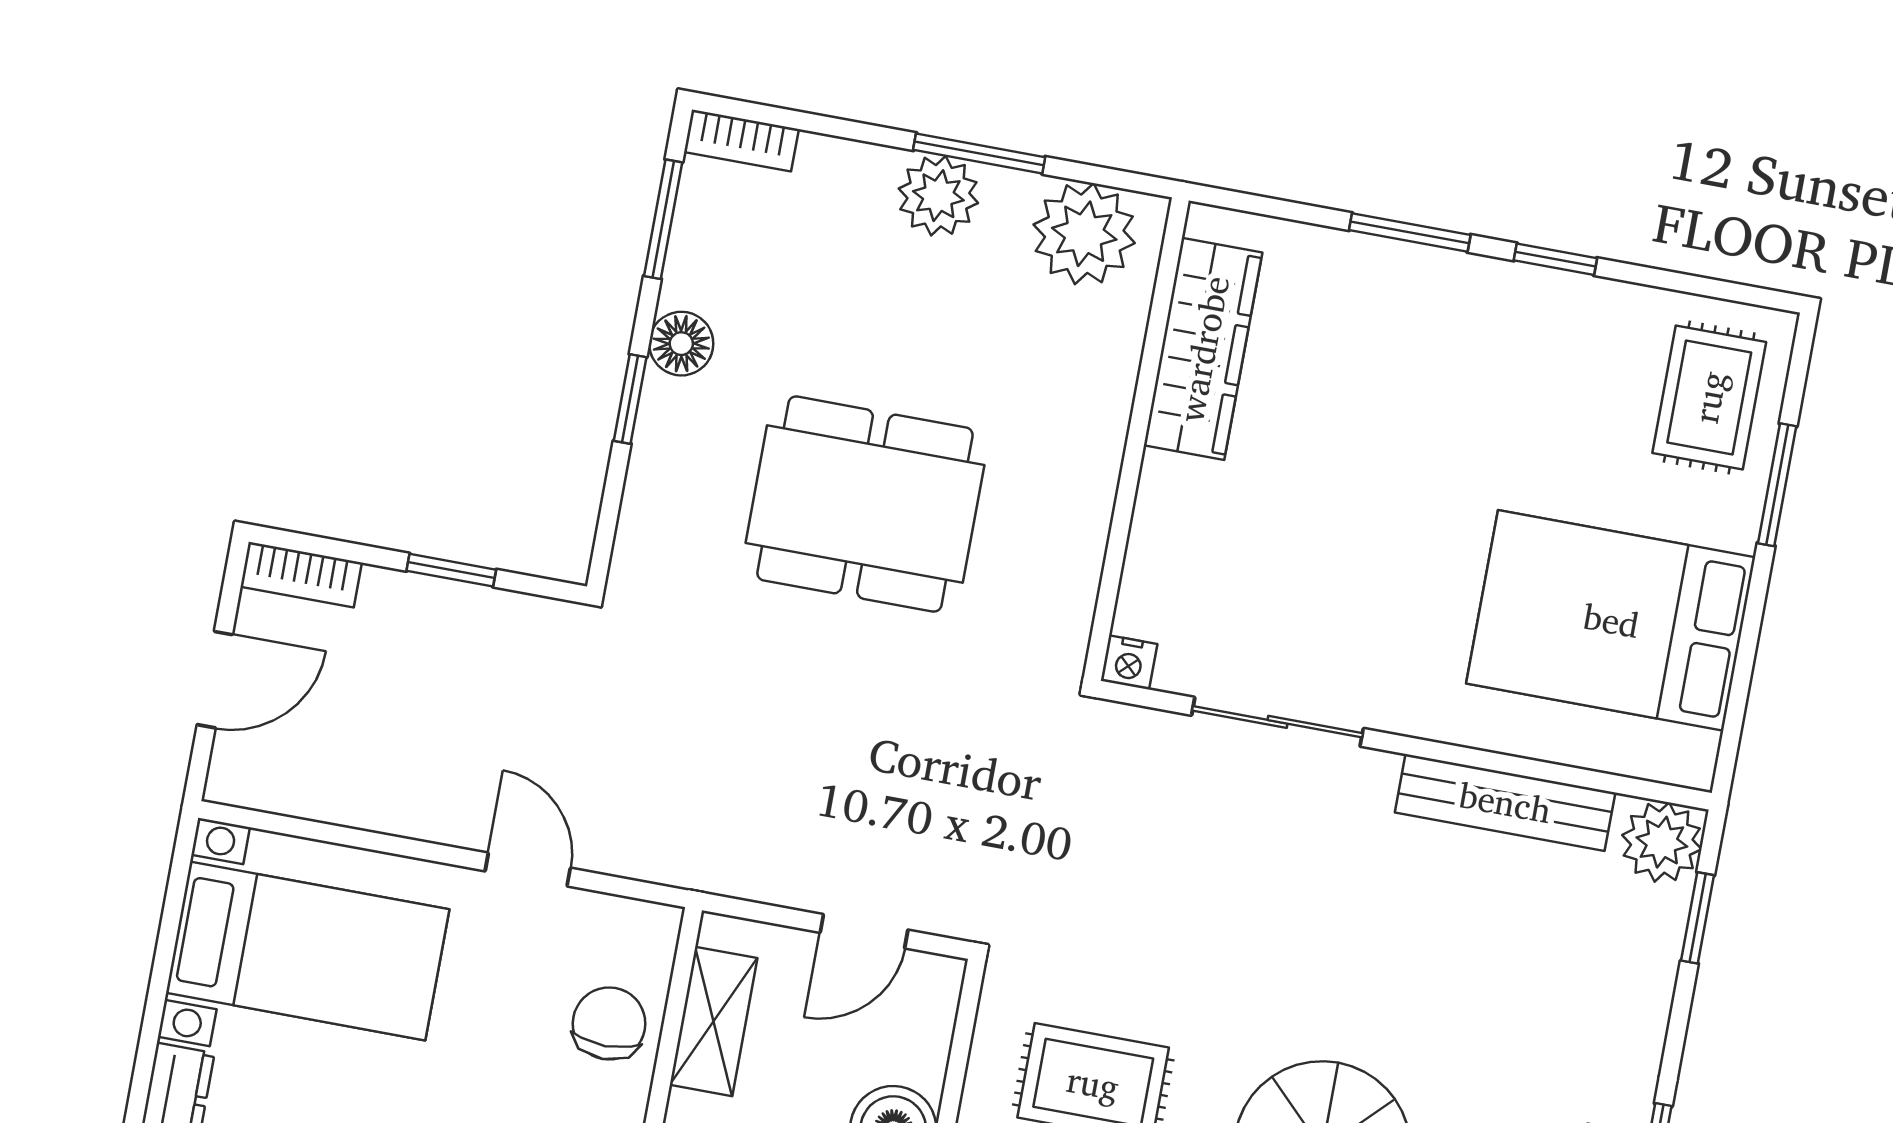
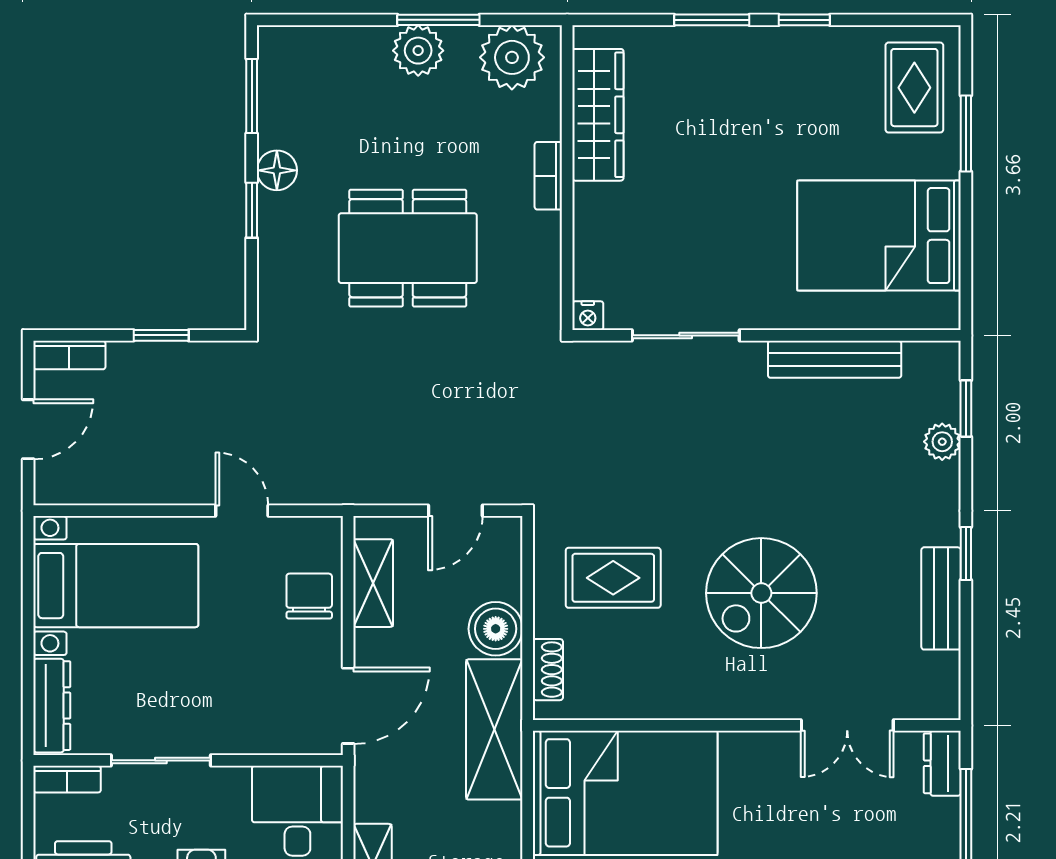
bookcase: (741, 141) -> (548, 176), moved, turned 90
plant: (1662, 842) -> (942, 442), moved, width x0.73, depth x0.73

